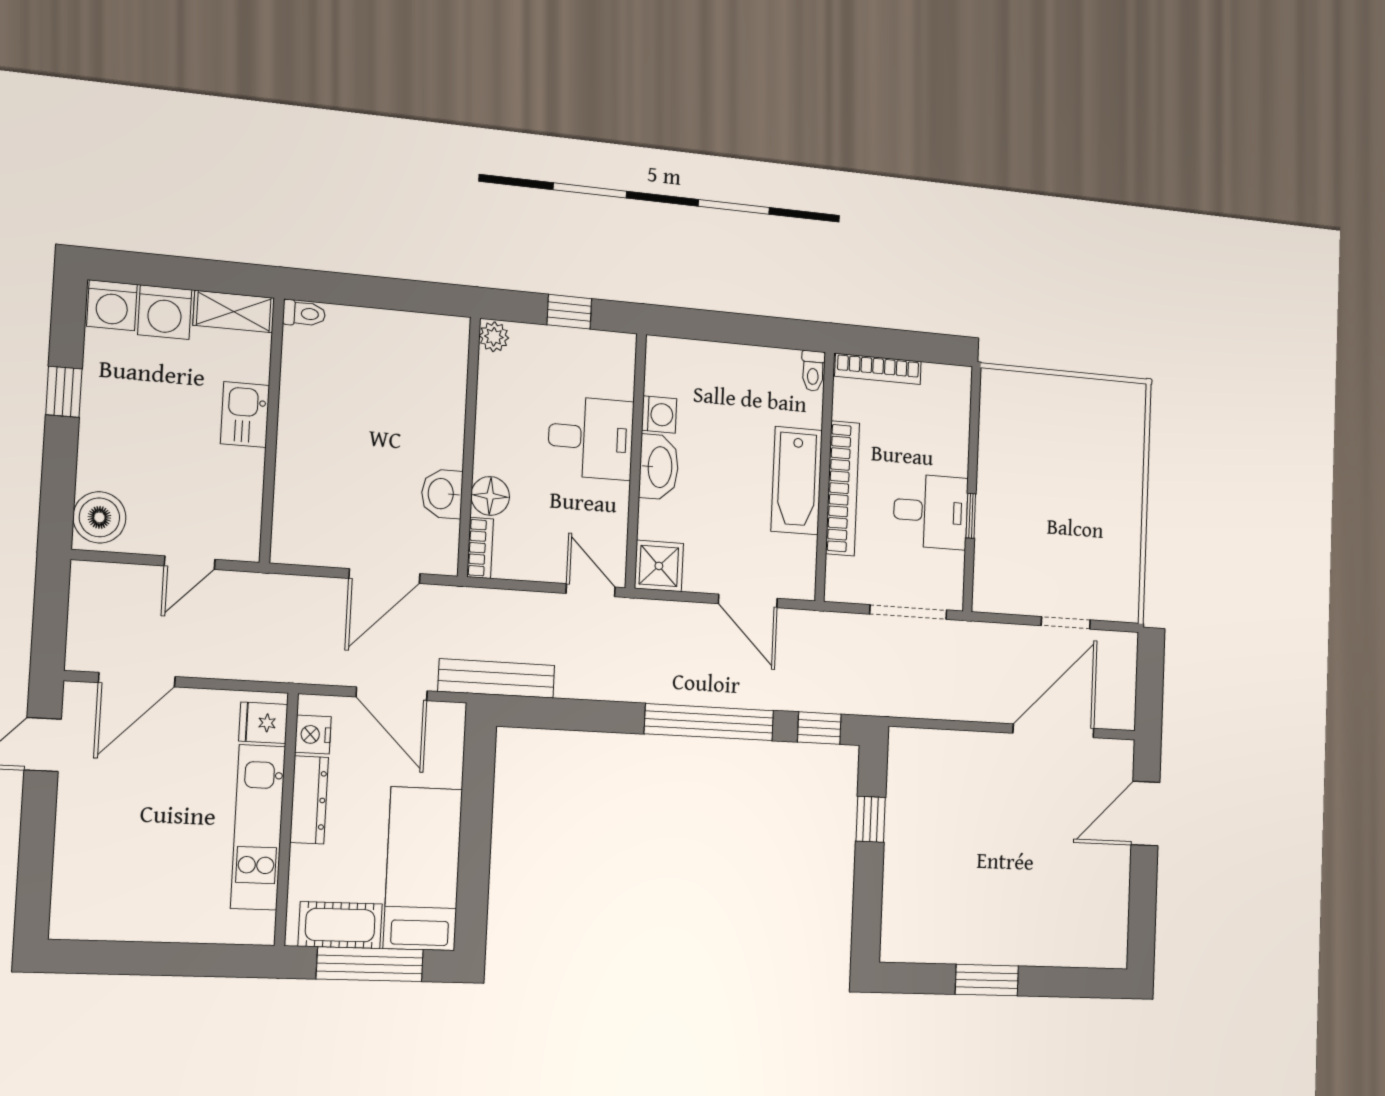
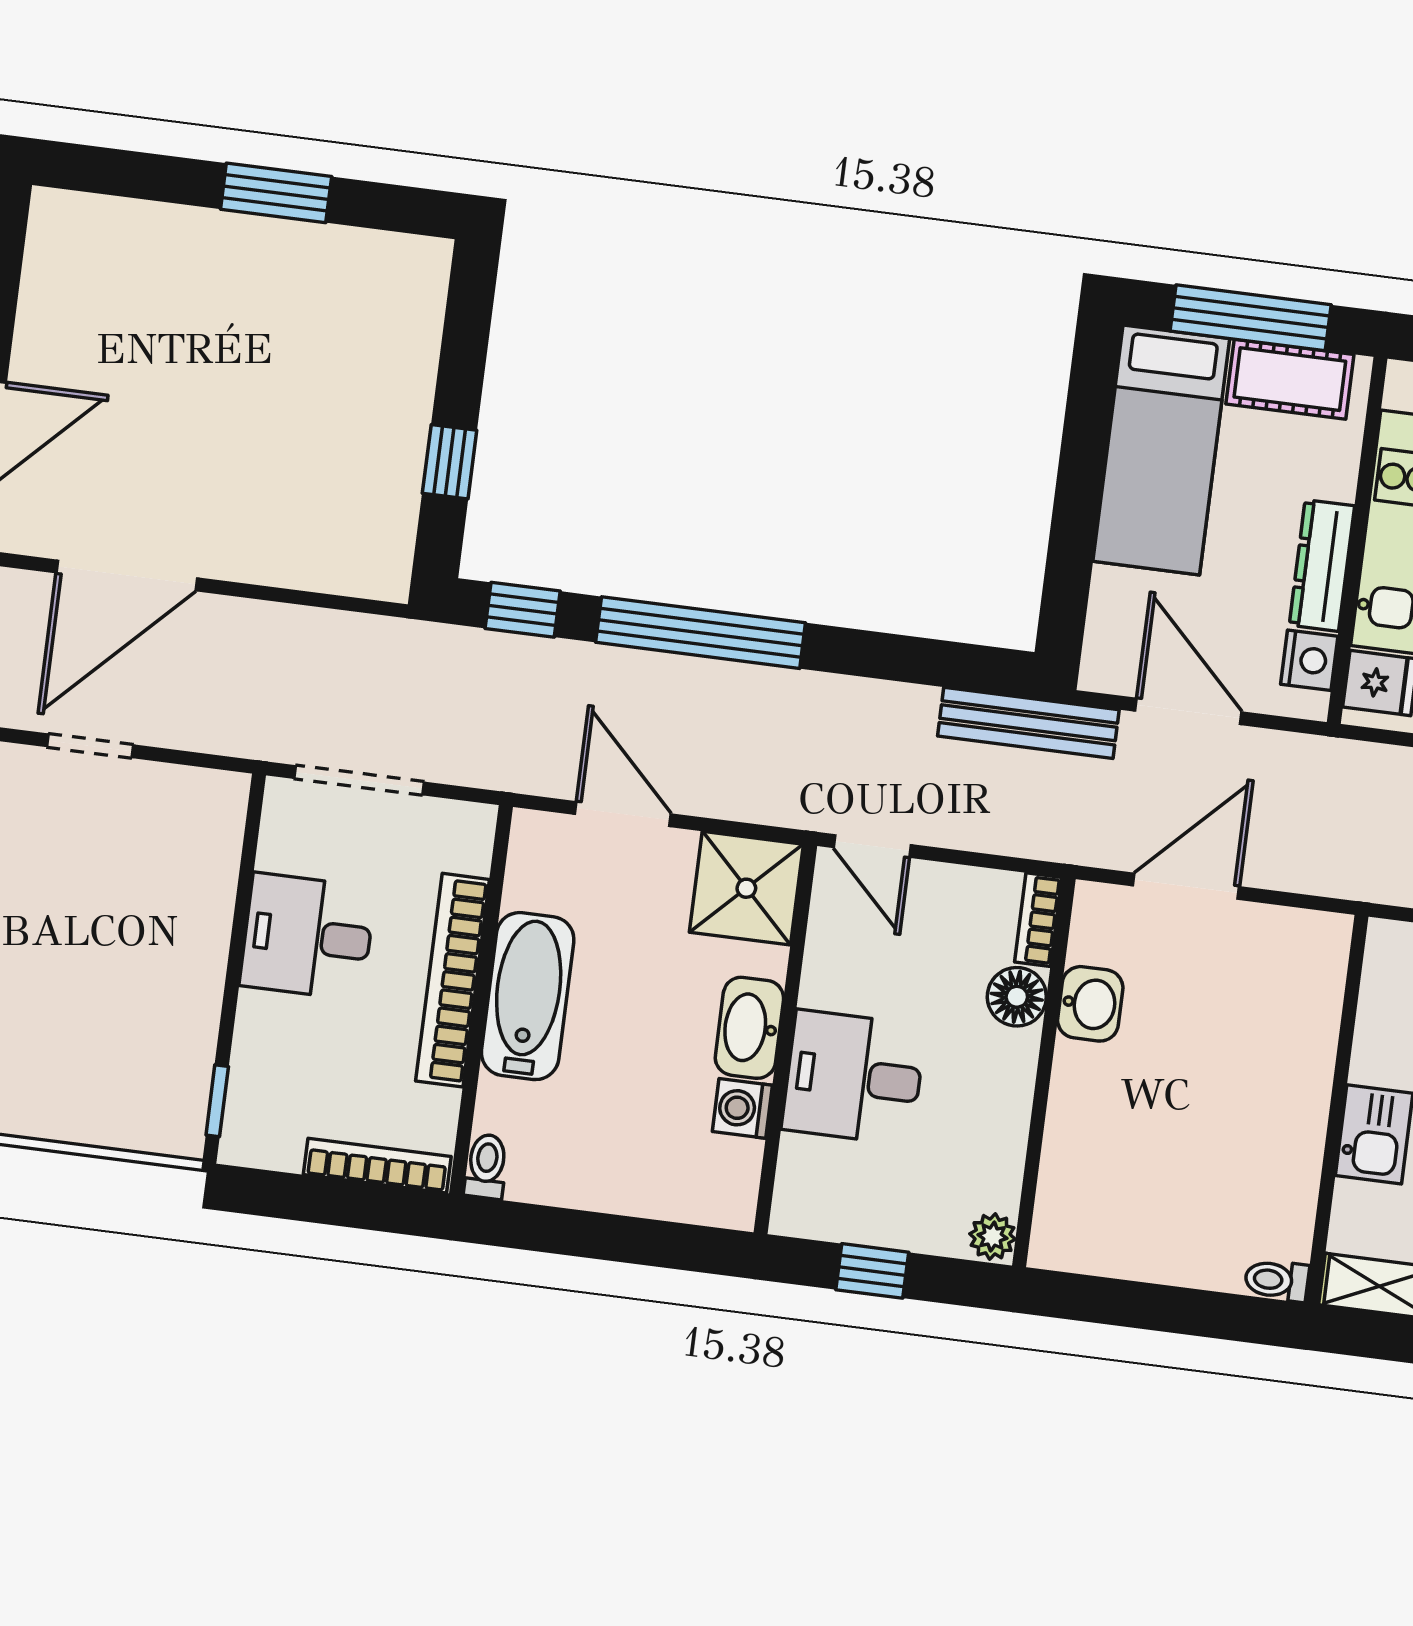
window: (971, 516) -> (217, 1101), moved
shower: (659, 566) -> (746, 888), width x1.36, depth x1.36

